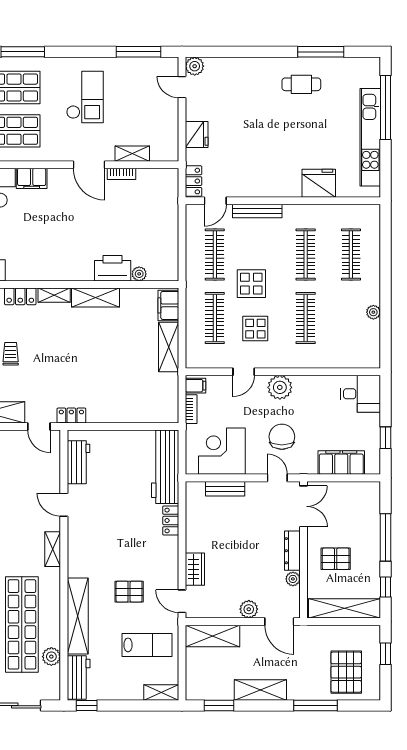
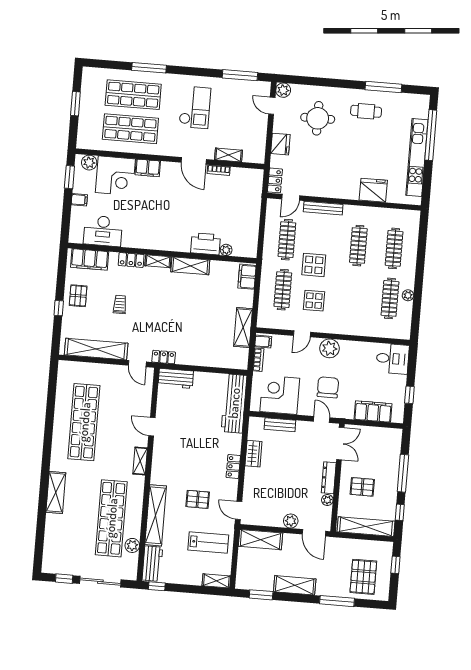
round table: (241, 98) -> (318, 118), added
clothes rail: (306, 318) -> (390, 298), moved
shelving: (169, 347) -> (243, 328), moved
workbench: (78, 462) -> (176, 378), moved, turned 90
locker: (171, 520) -> (233, 467), moved
wardrobe: (195, 569) -> (253, 454), moved

